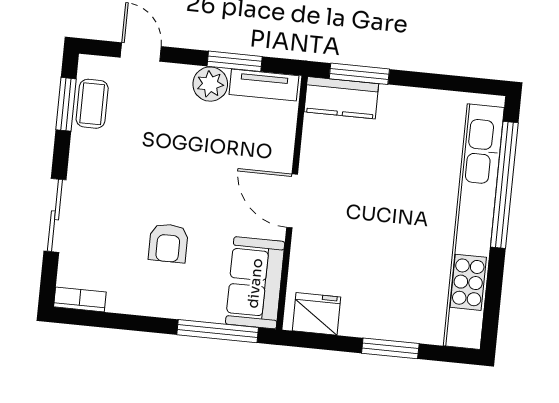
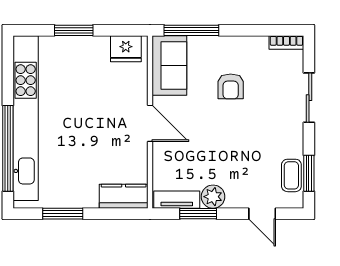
window: (359, 74) -> (63, 214), moved
armchair: (168, 243) -> (231, 86), turned 180

